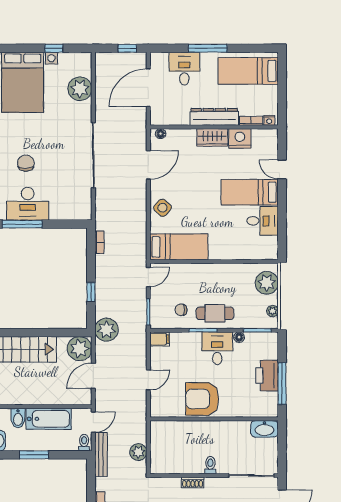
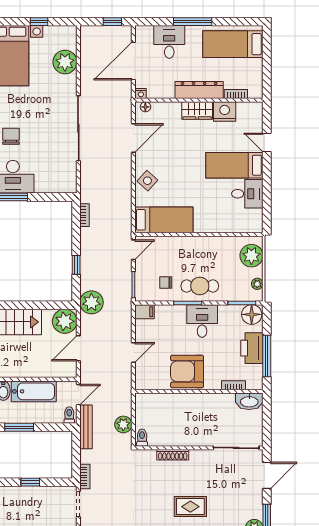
nightstand: (269, 120) -> (141, 94), moved
floor lamp: (239, 337) -> (252, 314), moved, width x1.89, depth x1.89
bookcase: (249, 413) -> (233, 385), added
toilet: (210, 465) -> (142, 438), moved
shoe rack: (193, 482) -> (173, 455), width x1.43

